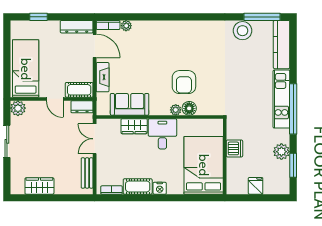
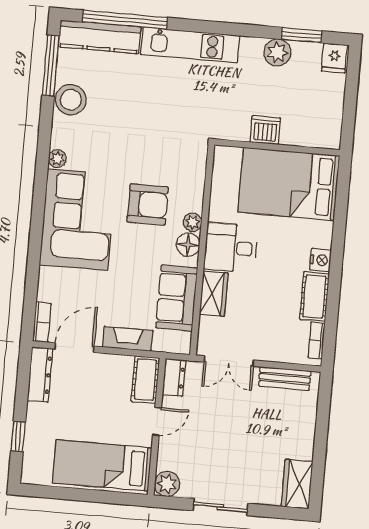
plant: (126, 26) -> (57, 159), moved
corner sofa: (171, 41) -> (78, 220), added
floor lamp: (189, 108) -> (188, 245), moved
window: (293, 109) -> (125, 20), moved
wardrobe: (39, 186) -> (297, 484), moved
fridge: (256, 186) -> (334, 58), moved, turned -90

